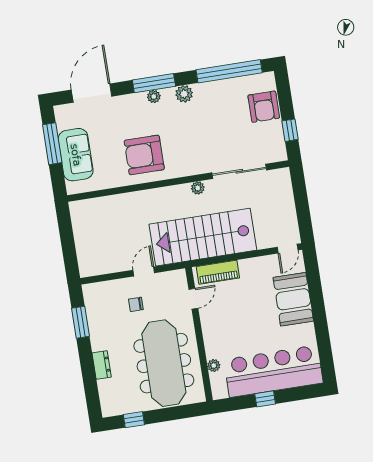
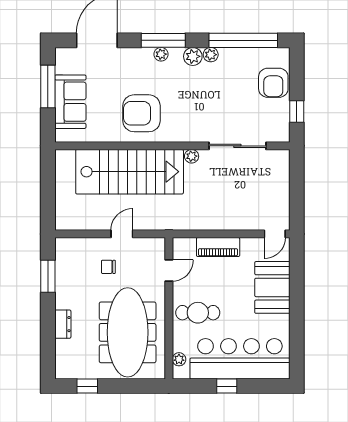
plant: (201, 90) -> (211, 55), added
stairs: (203, 237) -> (130, 172), moved, turned 180
piano: (218, 272) -> (218, 247), moved
cafe table: (227, 334) -> (198, 313), added
plant: (214, 366) -> (179, 359), moved

